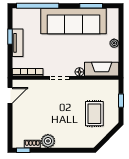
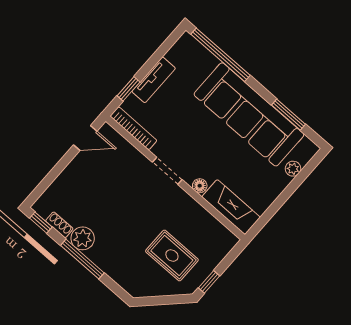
window: (10, 37) -> (128, 89), moved
plant: (114, 43) -> (293, 169), moved
window: (121, 101) -> (209, 282), moved
rug: (94, 114) -> (172, 255), turned 90
window: (56, 150) -> (82, 259), added

